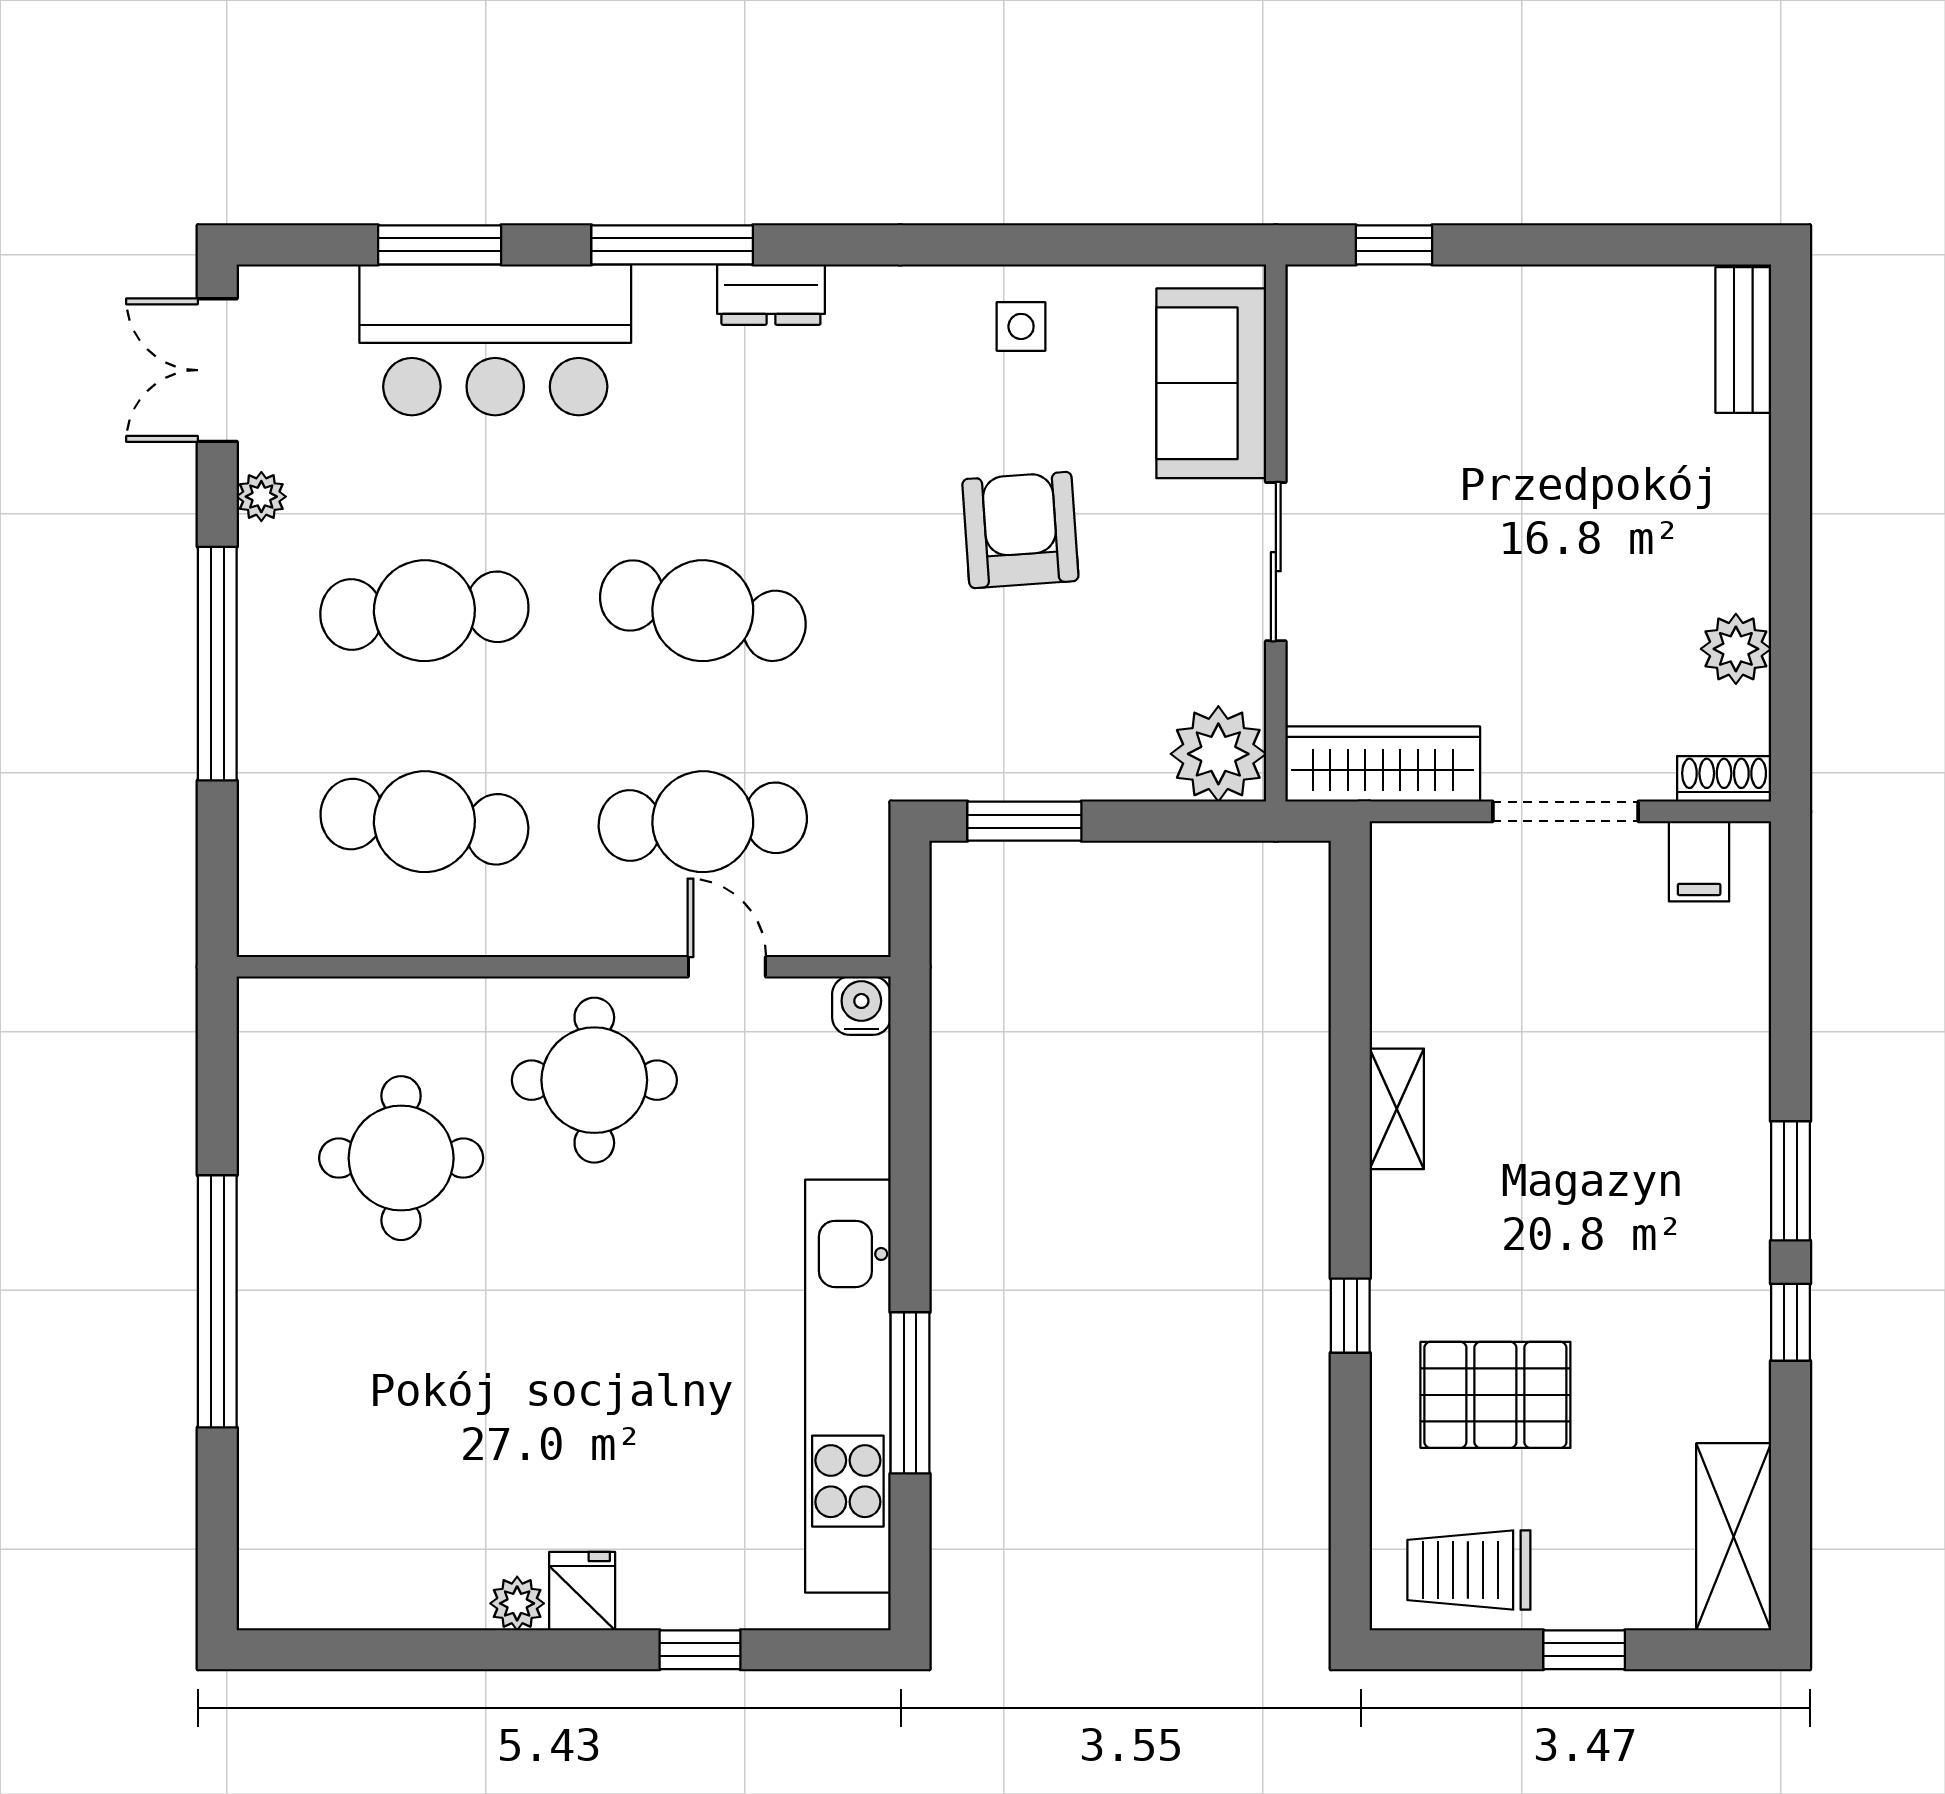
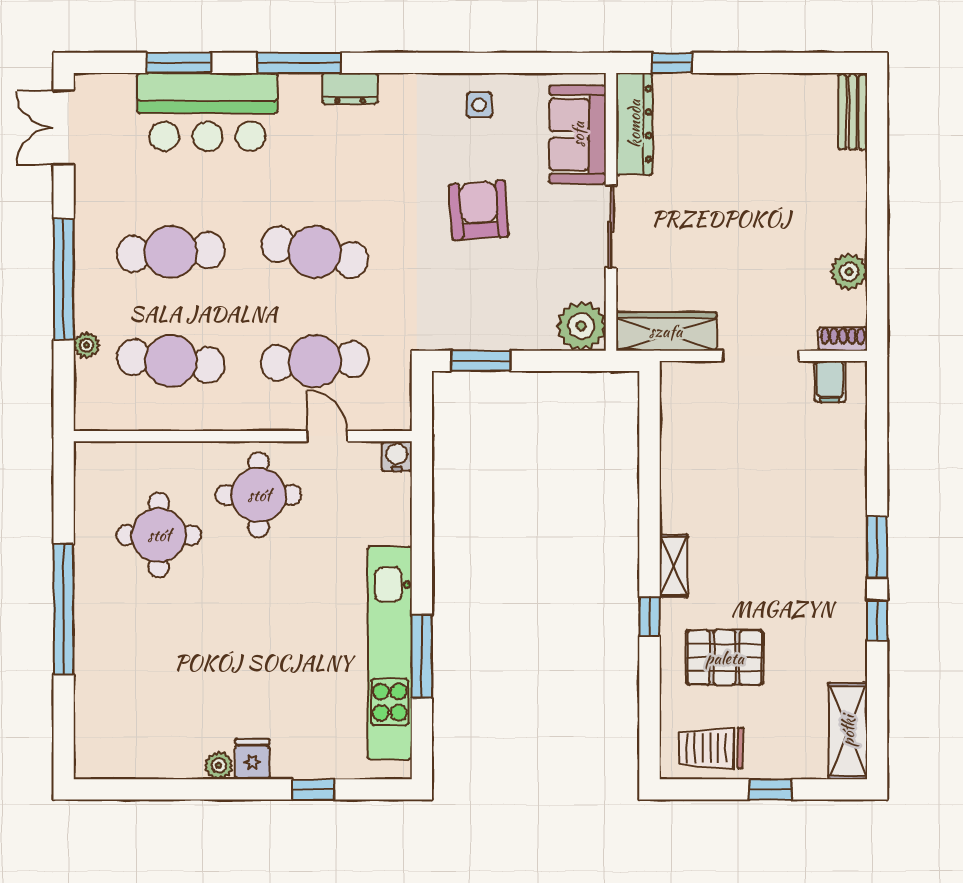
dresser: (1321, 363) -> (634, 124), added
plant: (261, 497) -> (86, 345), moved
shelving: (1397, 1109) -> (674, 566), moved

